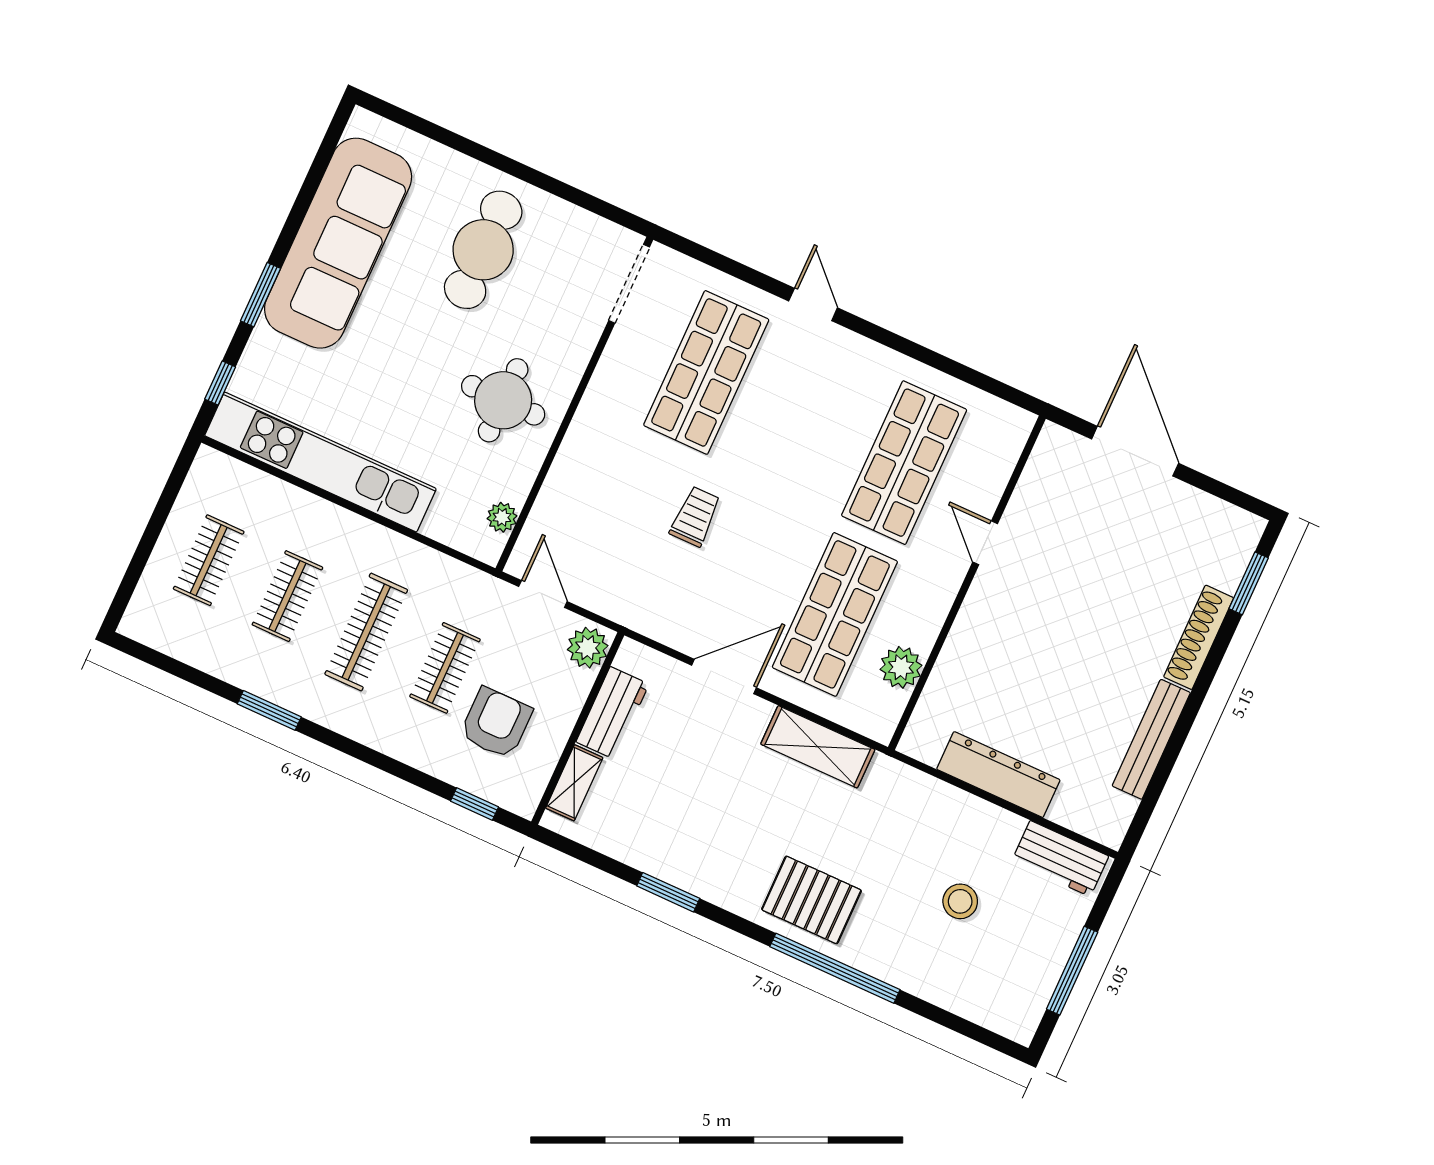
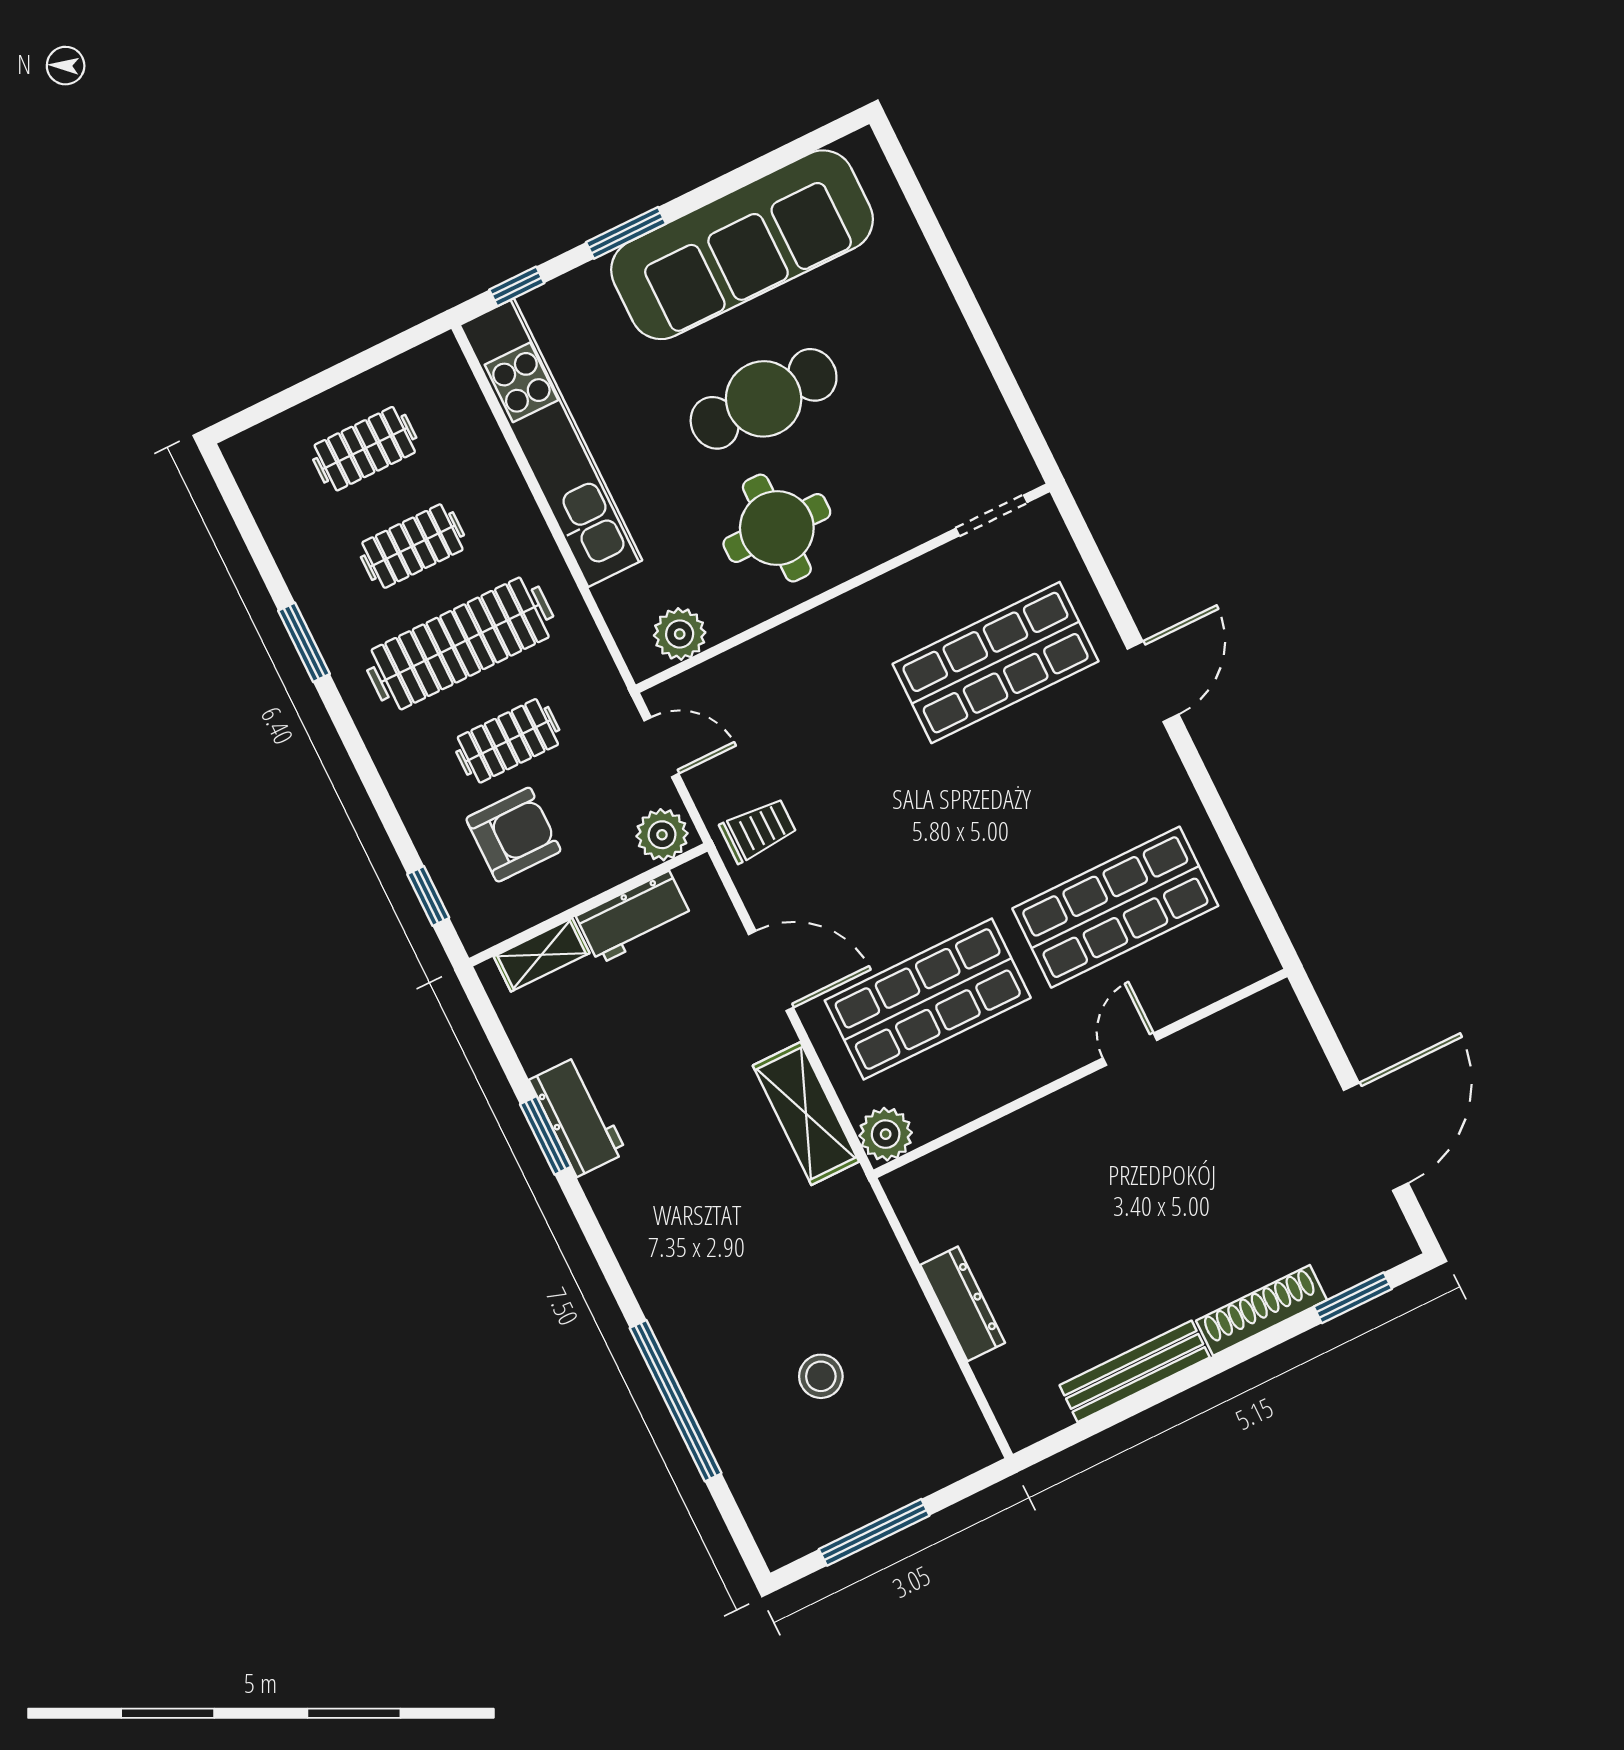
cafe table: (483, 250) -> (764, 399), moved
doorway: (629, 284) -> (991, 515), width x0.73
door: (813, 304) -> (1153, 682), width x1.38
door: (1135, 451) -> (1376, 1137), moved
trolley: (695, 516) -> (758, 830), moved
plant: (502, 517) -> (680, 634), width x1.38, depth x1.38
door: (543, 594) -> (661, 747), hinge flipped
clothes rail: (366, 632) -> (460, 643), width x1.37, depth x1.31
plant: (901, 667) -> (886, 1134), moved
dresser: (998, 775) -> (963, 1304), width x0.73, depth x0.80
workbench: (1060, 859) -> (578, 1116), moved, turned 180
pallet: (811, 900) -> (678, 1257), removed
window: (835, 968) -> (676, 1401), moved

